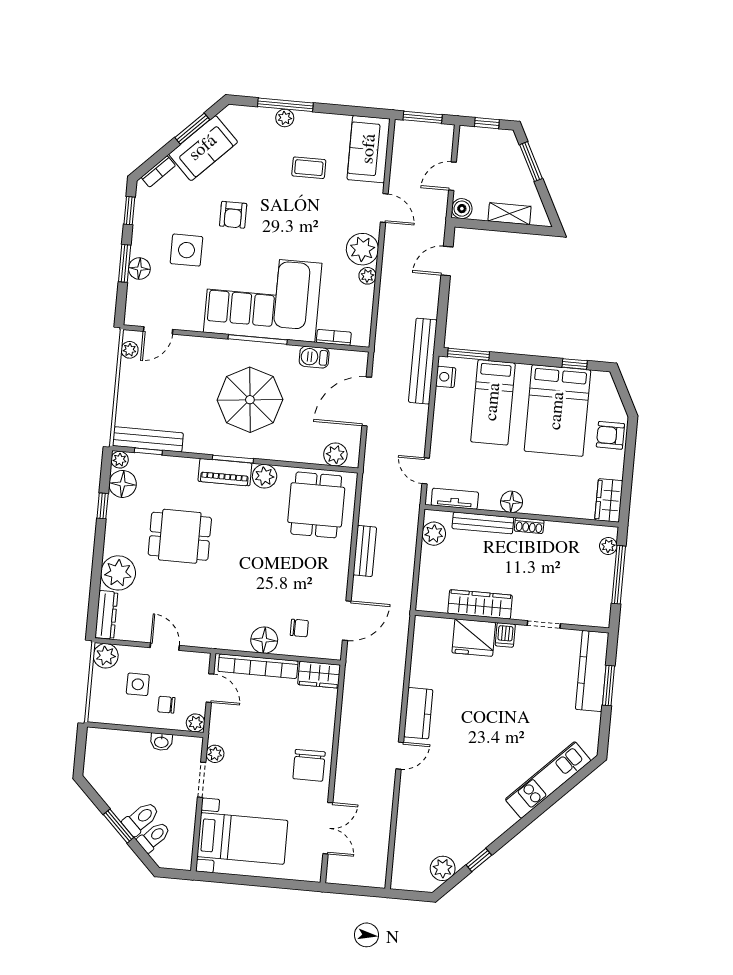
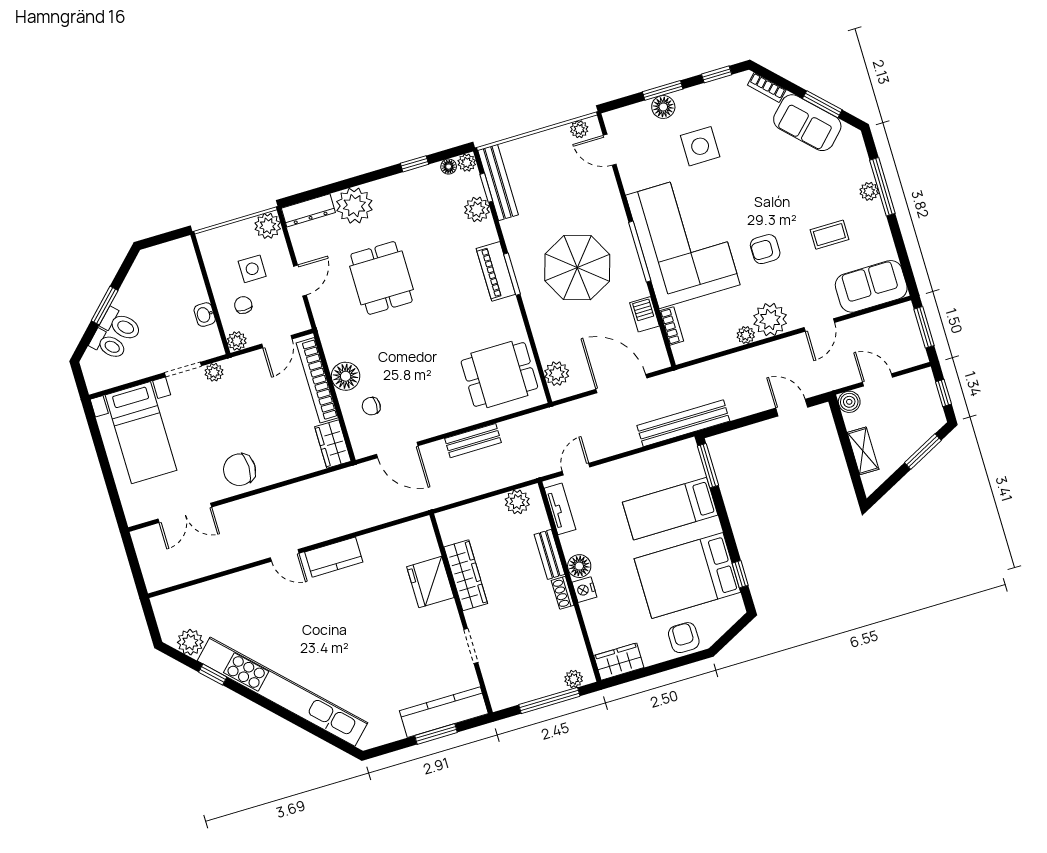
coffee table: (309, 168) -> (829, 235), turned 90
armchair: (233, 215) -> (765, 249), moved
nightstand: (446, 377) -> (584, 590), moved, turned -90
plant: (265, 476) -> (477, 209), moved
floor lamp: (123, 484) -> (449, 167), width x0.53, depth x0.53
bench: (483, 523) -> (550, 554), width x0.73
dining table: (180, 536) -> (382, 278), moved
chair: (299, 628) -> (371, 406), turned 90
dishwasher: (505, 635) -> (445, 612), removed
kitchen unit: (548, 780) -> (282, 692), width x1.86

